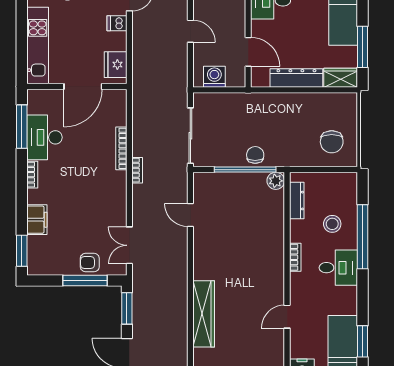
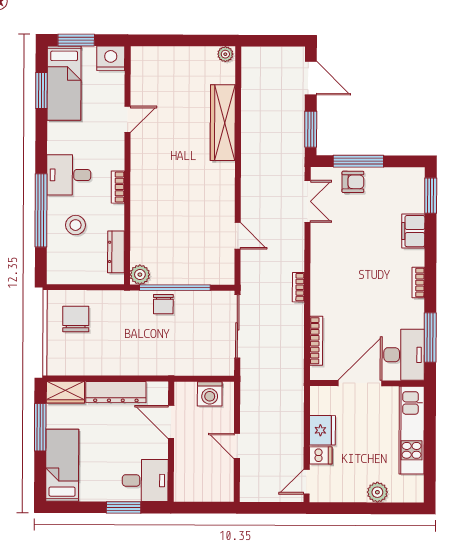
fridge: (116, 65) -> (322, 430), moved
desk: (44, 137) -> (404, 355), moved
bookcase: (121, 148) -> (316, 341), moved

